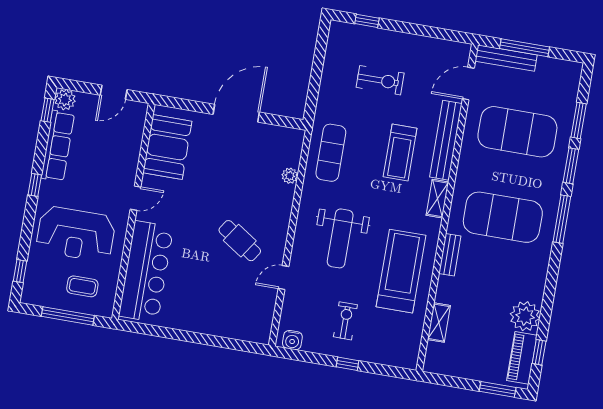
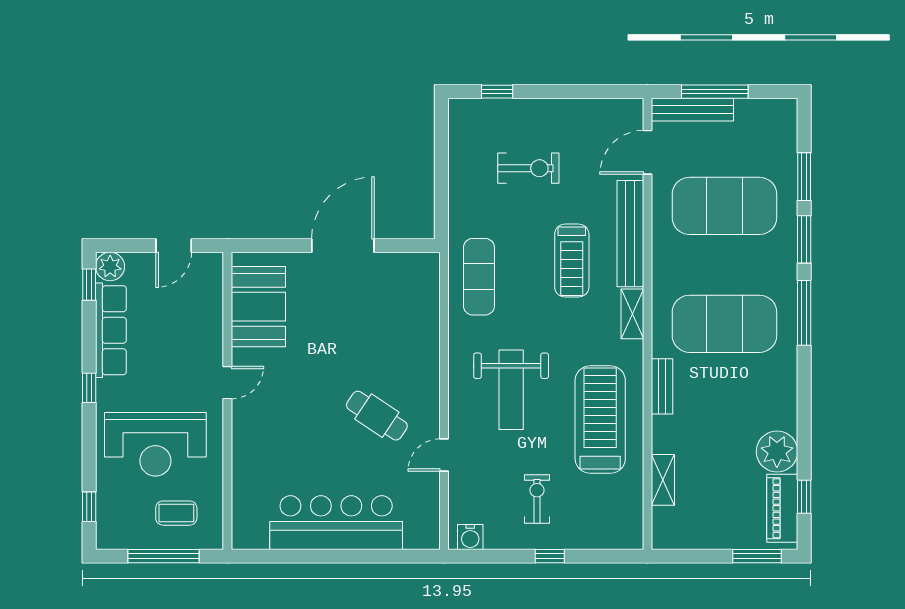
plant: (290, 176) -> (429, 317), removed
bar counter: (146, 272) -> (336, 523), moved, turned -90

